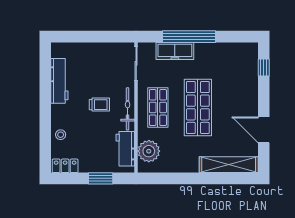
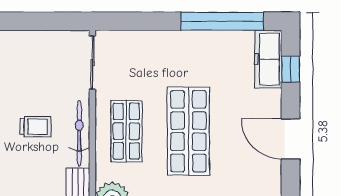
window: (189, 37) -> (222, 21), moved
freezer: (175, 51) -> (268, 59), moved, turned 90
door: (264, 130) -> (291, 139), moved

